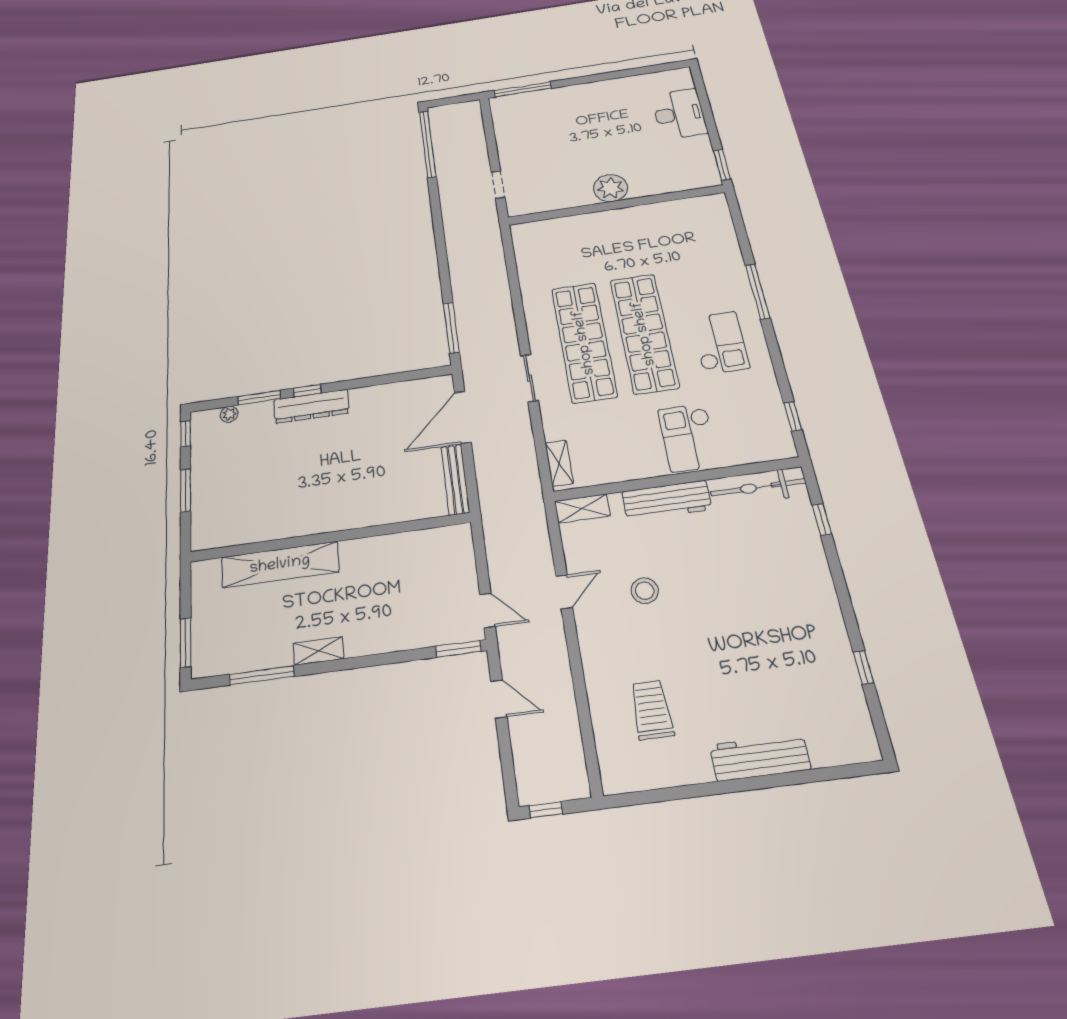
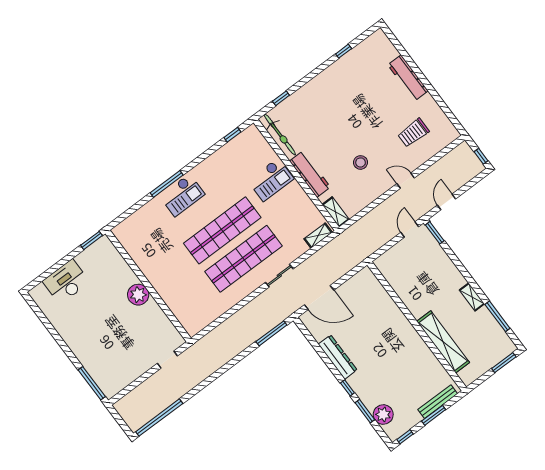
checkout: (720, 343) -> (182, 195), moved, turned 180
dresser: (311, 406) -> (338, 357), moved
plant: (229, 414) -> (383, 414), width x1.88, depth x1.88
bench: (455, 480) -> (438, 402), moved
door: (564, 592) -> (406, 181), moved

